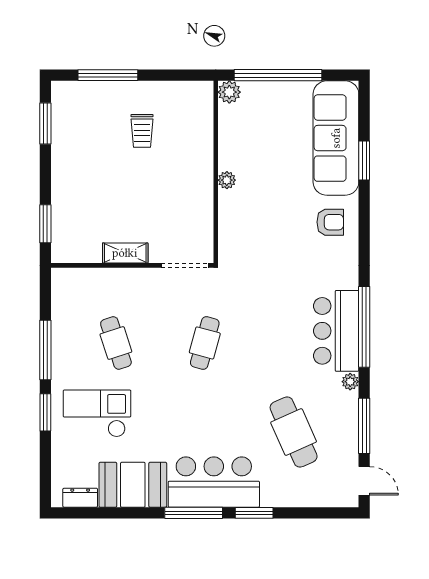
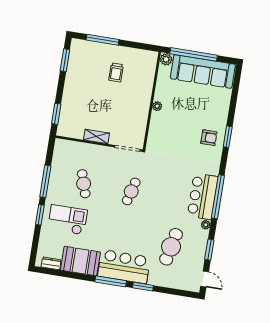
sofa: (336, 138) -> (203, 71), moved, turned -90
window: (364, 161) -> (228, 137), moved
window: (364, 426) -> (209, 250), width x0.69
cafe table: (294, 432) -> (171, 247), turned 36

